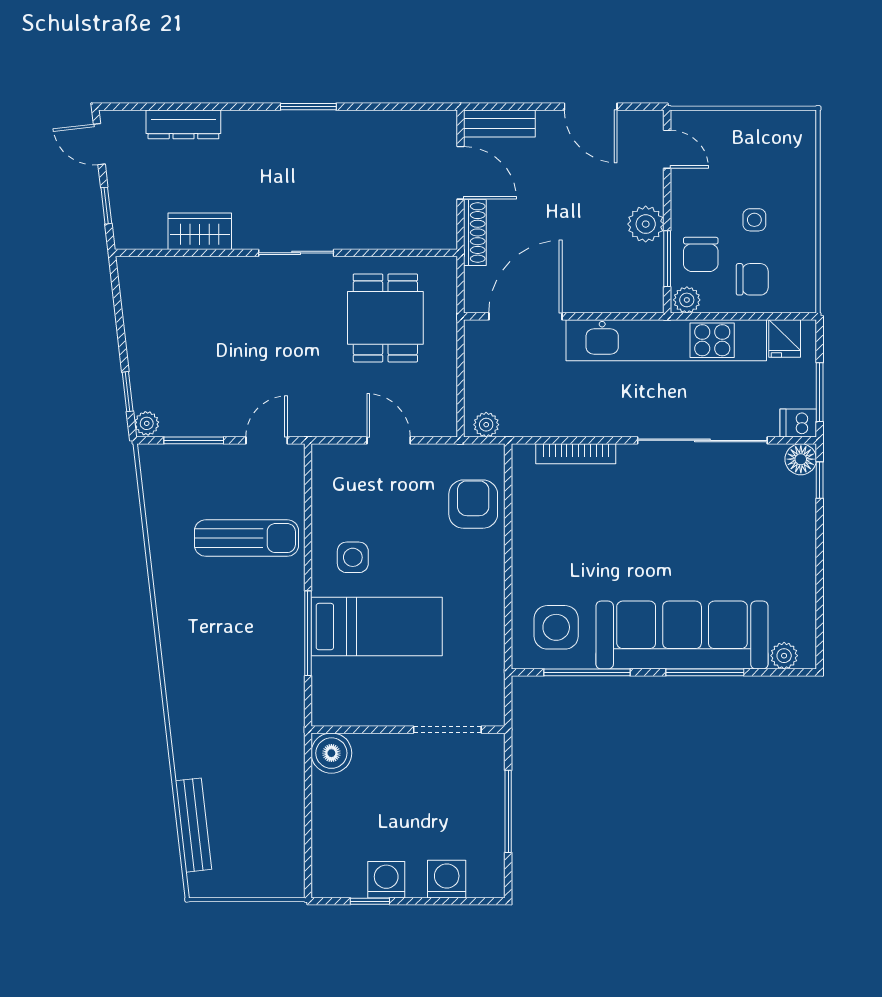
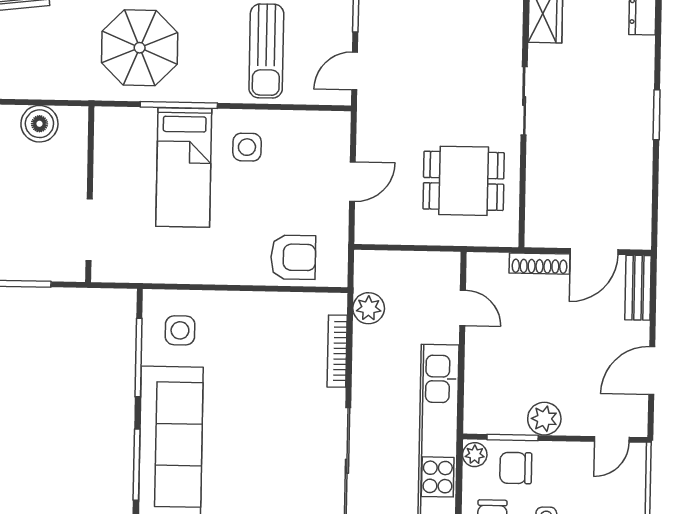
door: (525, 316) -> (463, 308), width x0.53
plant: (486, 425) -> (369, 308), moved, width x1.38, depth x1.38
door: (267, 440) -> (355, 71), swing flipped
side table: (556, 627) -> (180, 330), width x0.73, depth x0.73
parasol: (246, 678) -> (140, 48), added
boiler: (331, 753) -> (39, 124), moved

